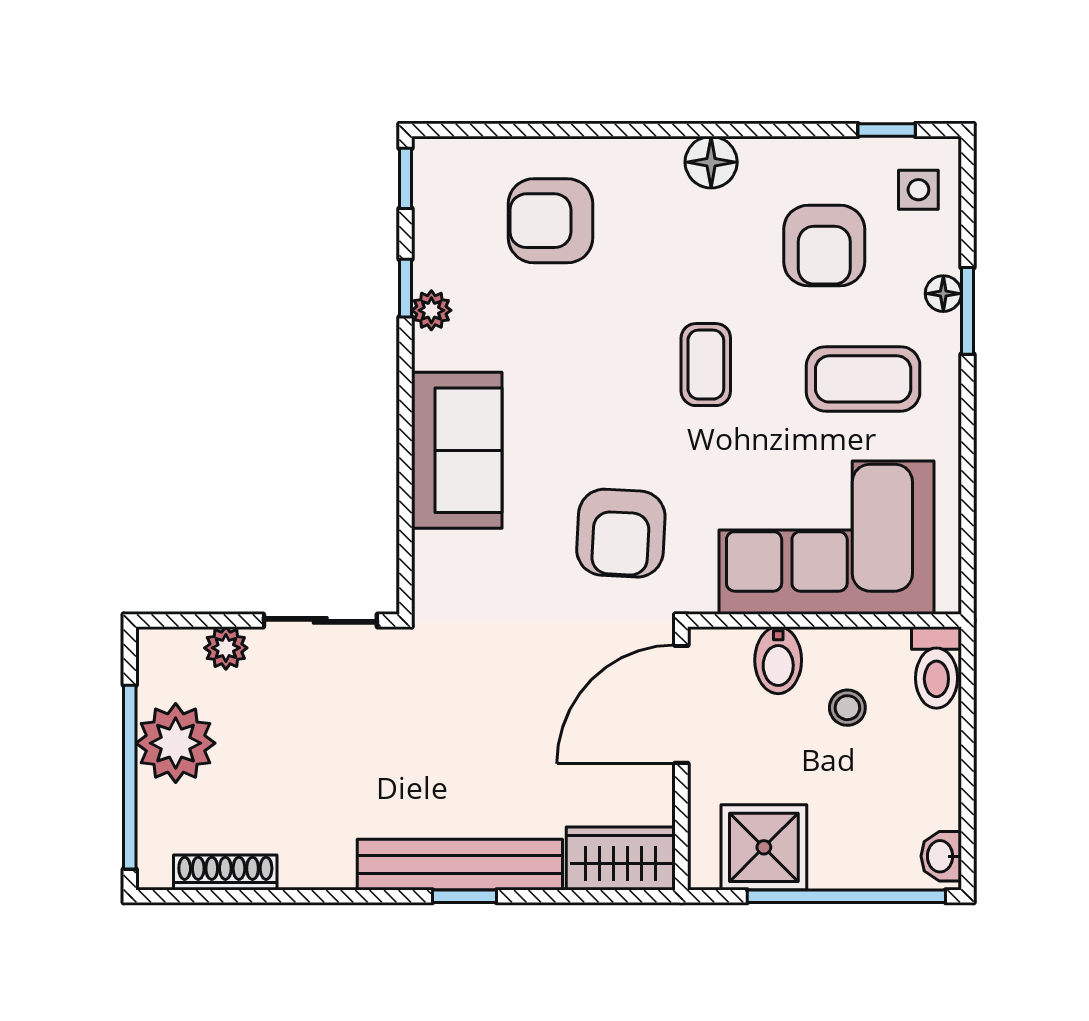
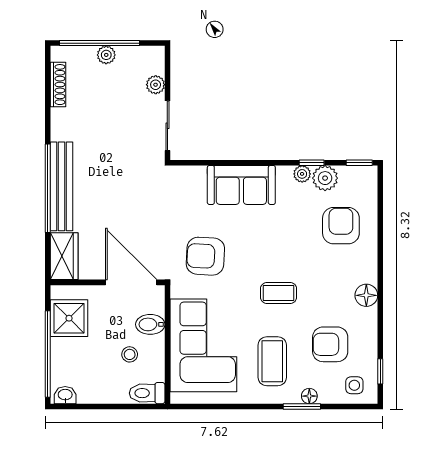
plant: (441, 257) -> (325, 178), added
plant: (176, 743) -> (106, 55), width x0.53, depth x0.53
window: (464, 896) -> (48, 188), width x3.17

